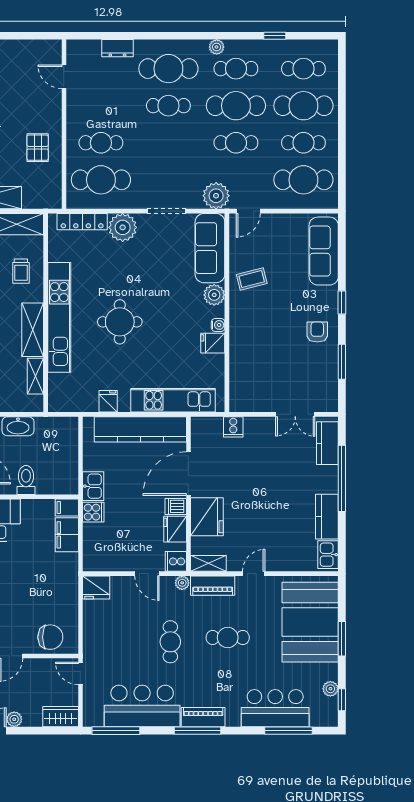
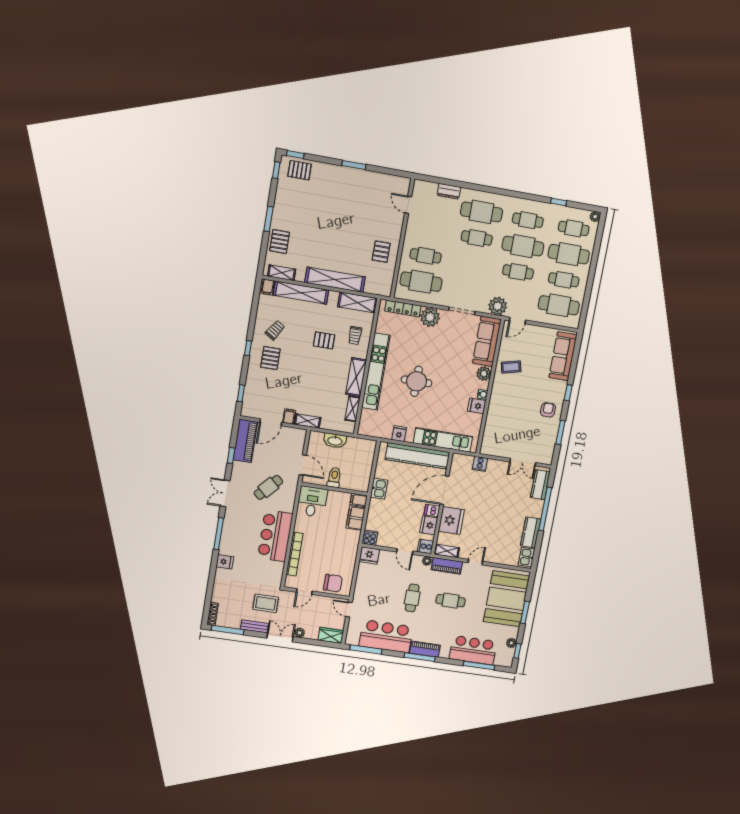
plant: (217, 47) -> (595, 217), moved
cooker: (93, 512) -> (370, 538), moved, turned -90

